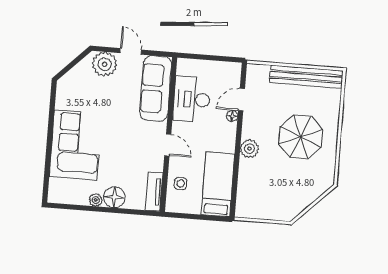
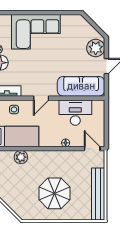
door: (241, 100) -> (92, 149), moved
plant: (249, 149) -> (21, 157), moved

